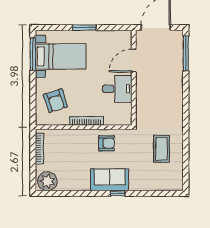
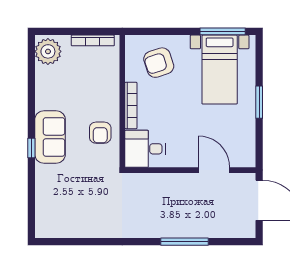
window: (186, 53) -> (185, 242), moved
desk: (117, 89) -> (145, 149), moved, turned 90
coffee table: (162, 149) -> (93, 208), removed

